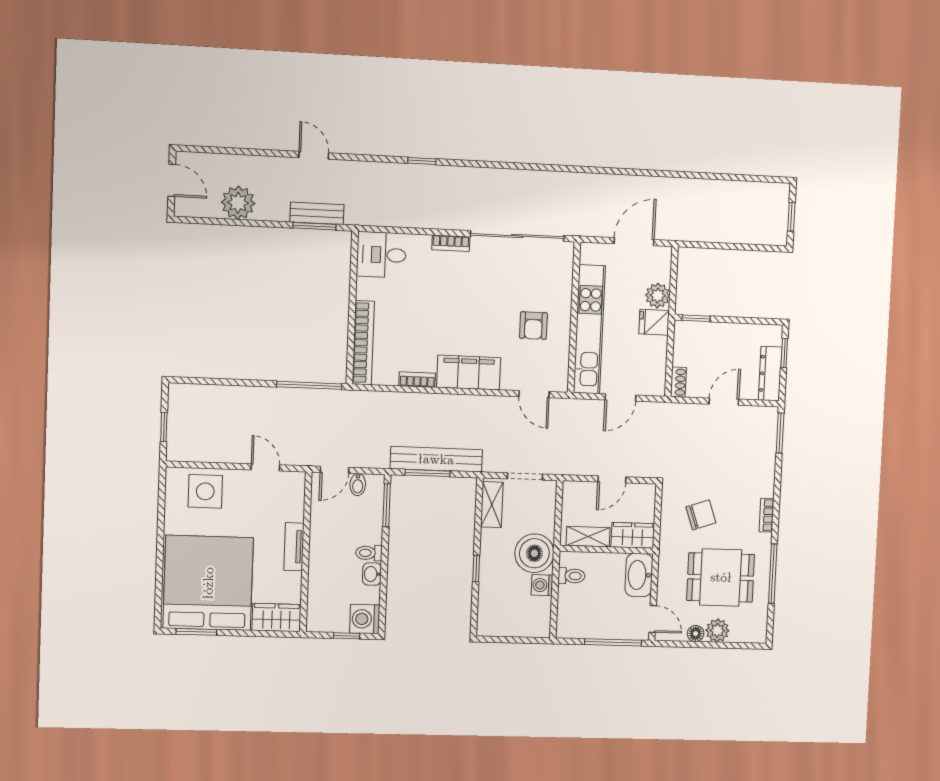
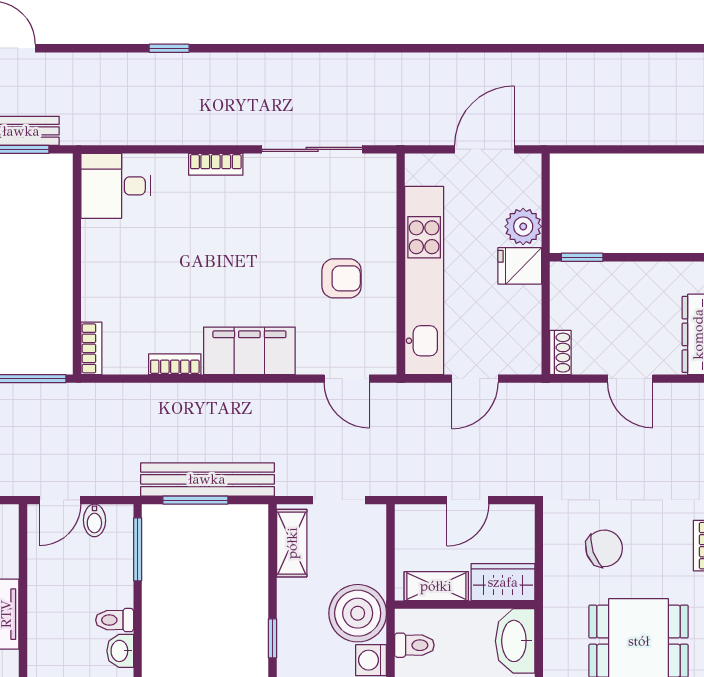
sliding door: (517, 236) -> (312, 149), width x0.73
armchair: (533, 326) -> (342, 278), turned -90
bookcase: (363, 343) -> (91, 348), width x0.43, depth x0.76
door: (724, 402) -> (630, 379), swing flipped

